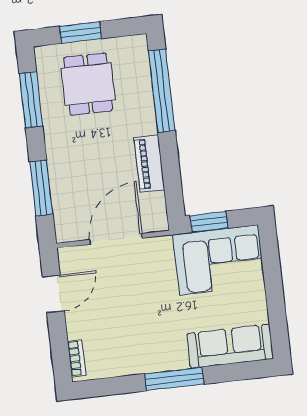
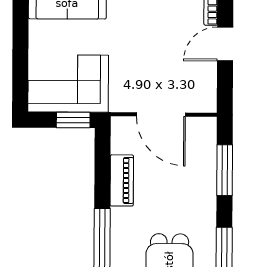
door: (116, 239) -> (161, 115), hinge flipped
door: (53, 294) -> (225, 44), moved

